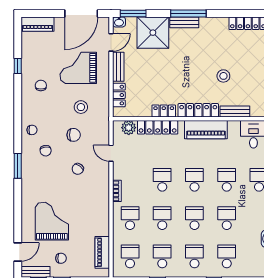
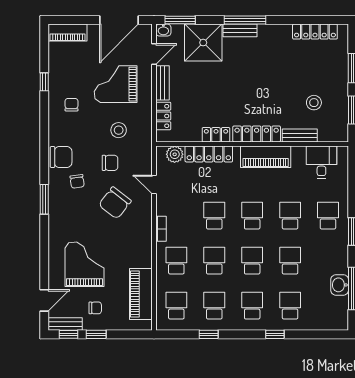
stool: (223, 76) -> (314, 103), moved
chair: (32, 130) -> (61, 157), width x1.87, depth x1.87
chair: (78, 169) -> (115, 203), width x1.87, depth x1.87
piano: (102, 252) -> (141, 294), width x1.37, depth x1.33

